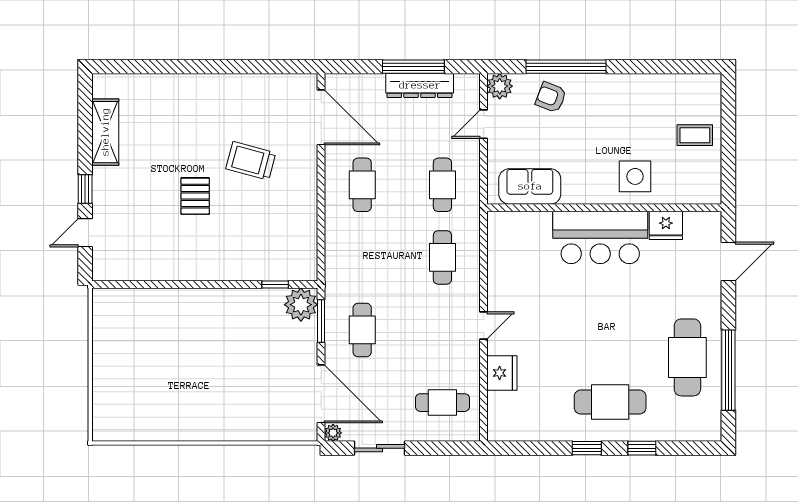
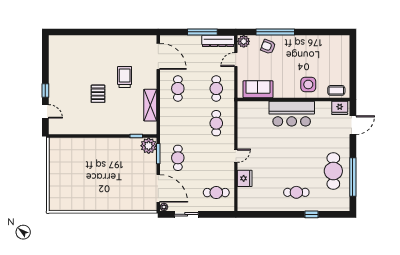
dresser: (420, 85) -> (218, 41), moved
shelving: (105, 132) -> (150, 105), moved
coffee table: (695, 135) -> (336, 90), moved
trolley: (251, 161) -> (125, 77), turned 75
fridge: (666, 225) -> (340, 108), moved
door: (85, 233) -> (45, 111), swing flipped
cafe table: (610, 402) -> (296, 192), width x0.73, depth x0.74
window: (587, 448) -> (285, 214), removed

